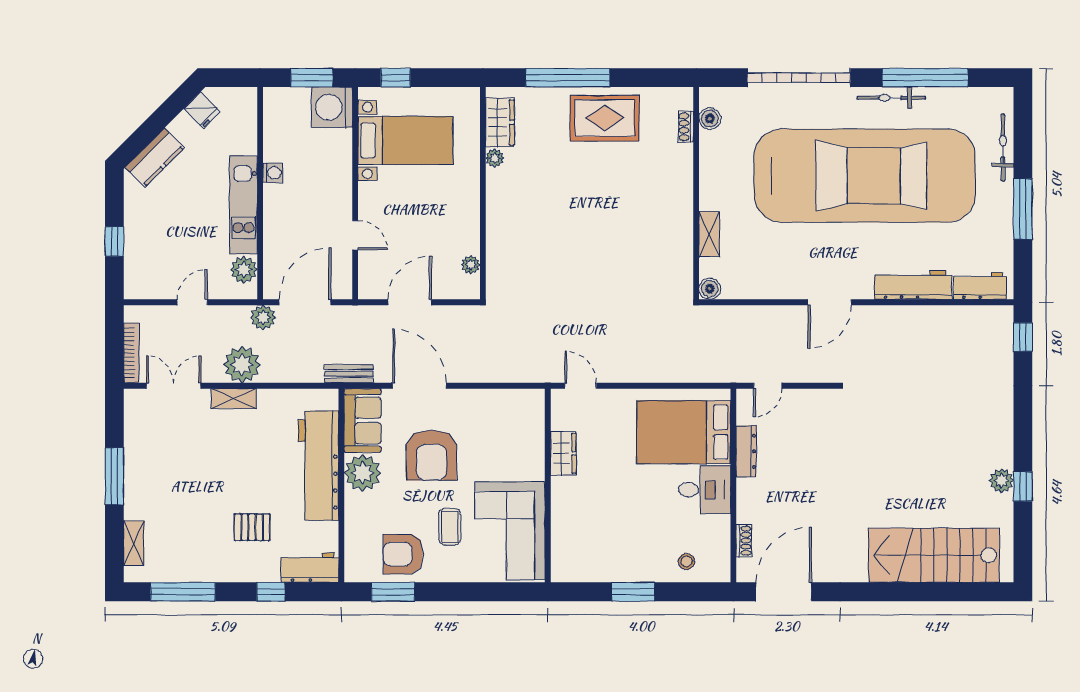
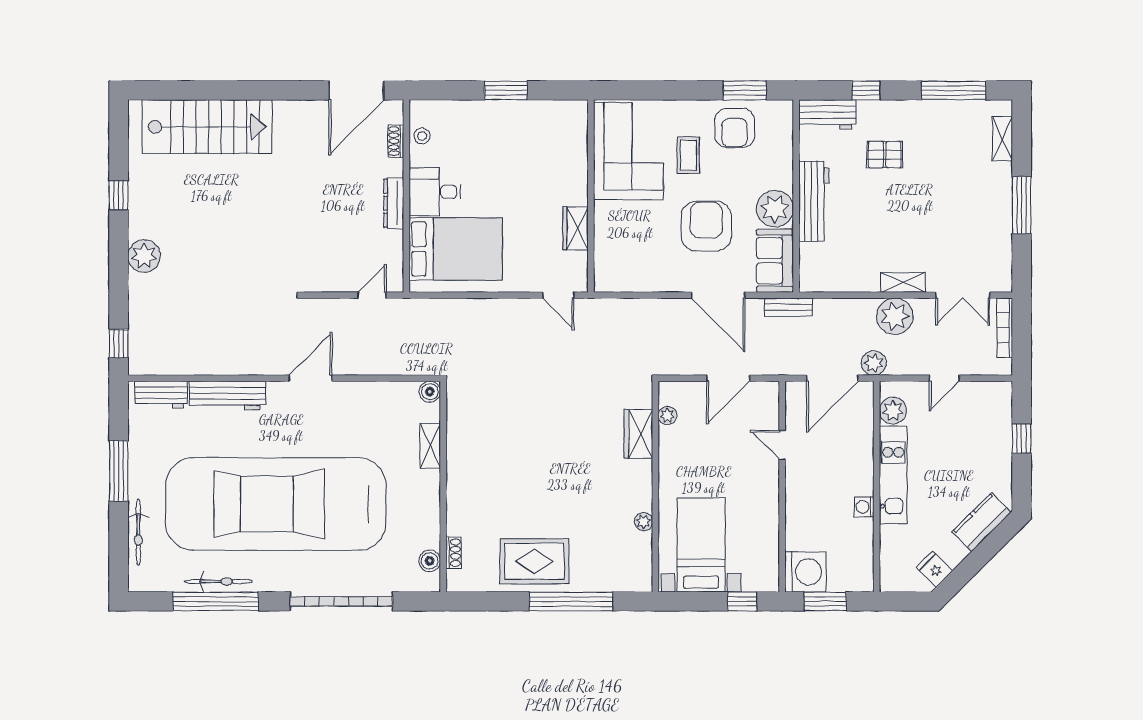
bicycle: (891, 98) -> (219, 581), moved
wardrobe: (500, 122) -> (638, 434), moved
bed with nightstands: (405, 141) -> (701, 545), moved, turned 90
dresser: (746, 451) -> (394, 203), moved
workbench: (319, 466) -> (814, 201), width x0.73, depth x0.76
plant: (1001, 481) -> (144, 256), moved, width x1.36, depth x1.36
armchair: (403, 554) -> (735, 128), turned 90
stool: (686, 561) -> (422, 136), moved

